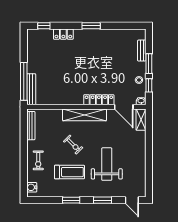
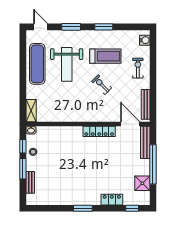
shower: (34, 50) -> (142, 183), added
window: (24, 81) -> (153, 164), moved
locker: (99, 100) -> (99, 131), moved
door: (124, 107) -> (130, 124), moved
shelving: (85, 115) -> (90, 116), removed
exercise mat: (135, 165) -> (37, 64), added
treadmill: (69, 172) -> (105, 56), turned 180

